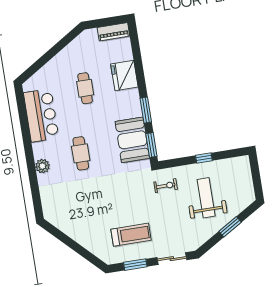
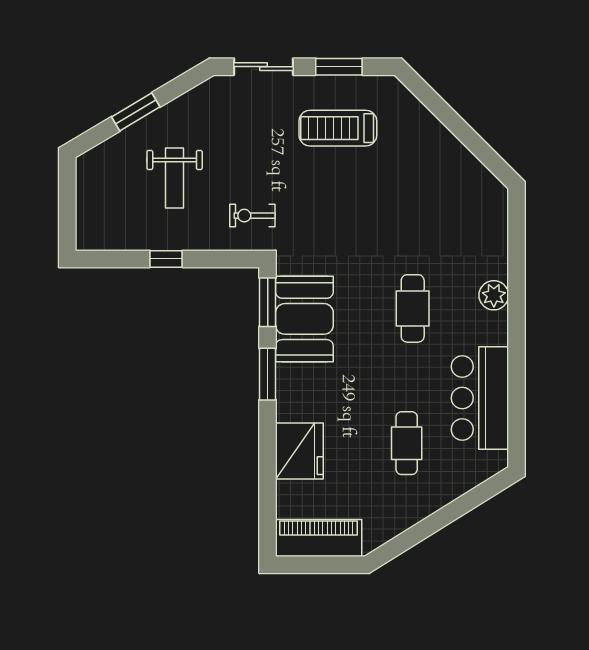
piano: (113, 32) -> (319, 538), width x1.37, depth x1.33
cafe table: (85, 88) -> (407, 443), moved
weight bench: (206, 198) -> (175, 178), width x0.73, depth x0.75

